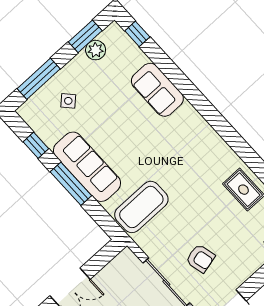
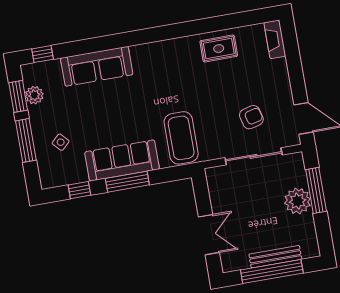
window: (39, 79) -> (26, 140), moved
sofa: (157, 90) -> (97, 66), width x1.36

